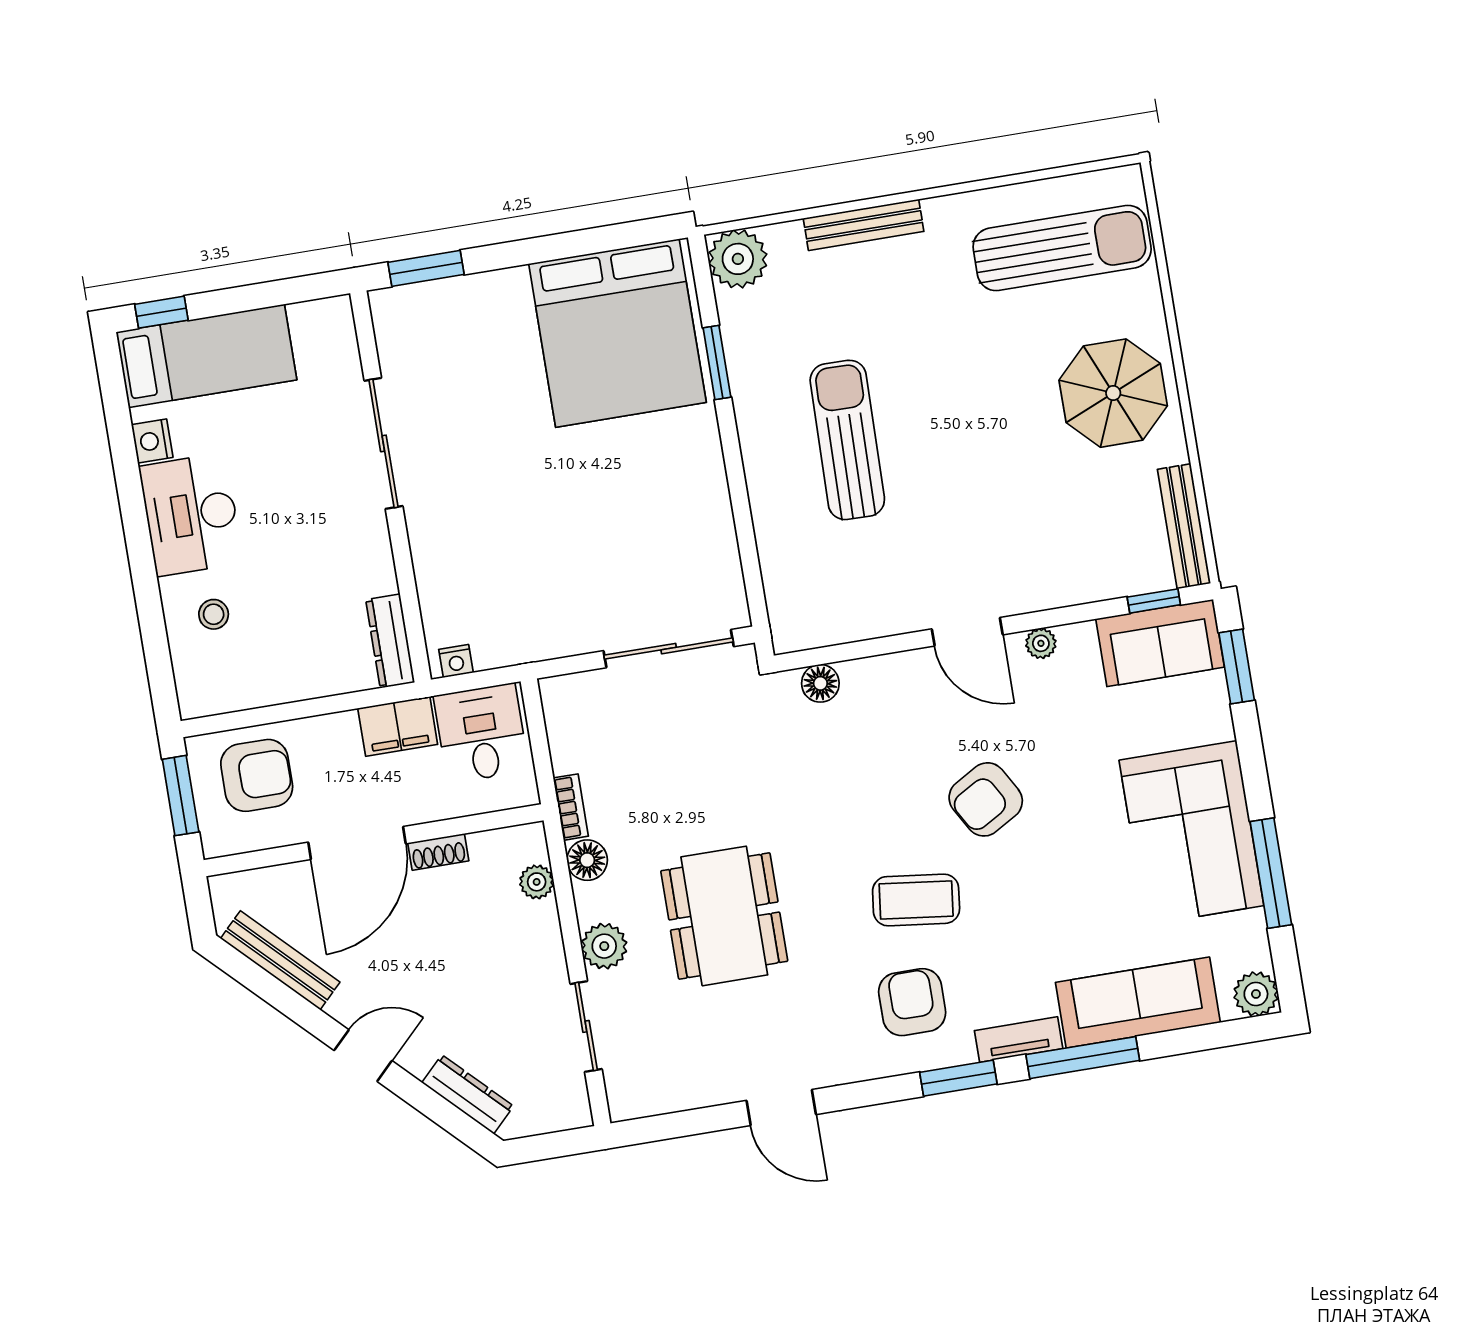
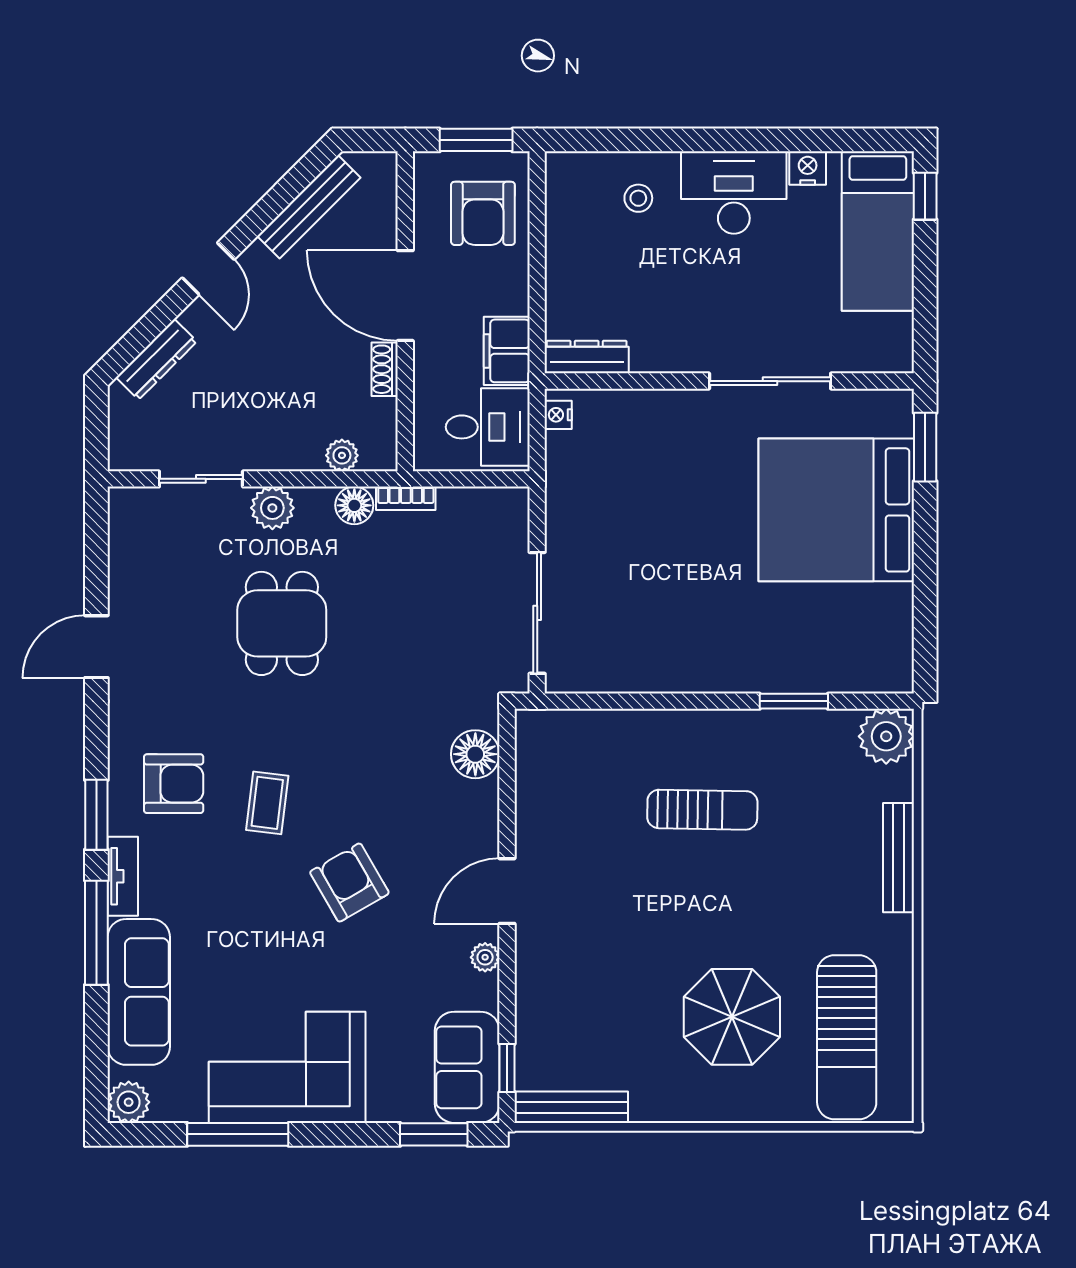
bed: (617, 333) -> (836, 510), moved
parasol: (1113, 393) -> (732, 1017), moved
sun lounger: (847, 440) -> (702, 810), width x0.73, depth x0.75
floor lamp: (820, 683) -> (475, 754), width x1.38, depth x1.38
coffee table: (916, 900) -> (267, 803), width x0.73, depth x0.77
dining table: (724, 916) -> (282, 623), width x0.73

